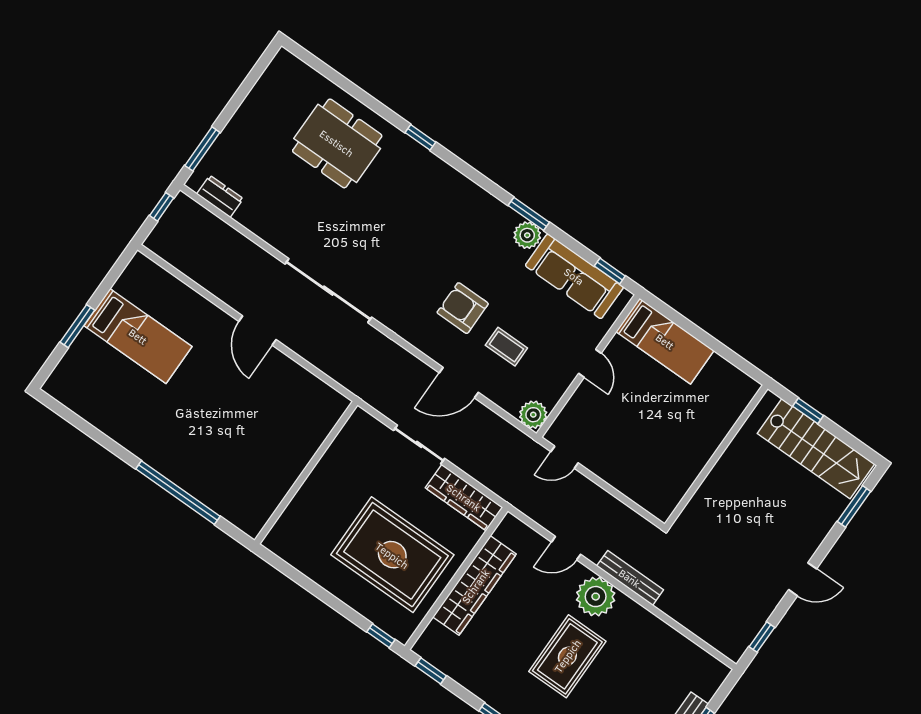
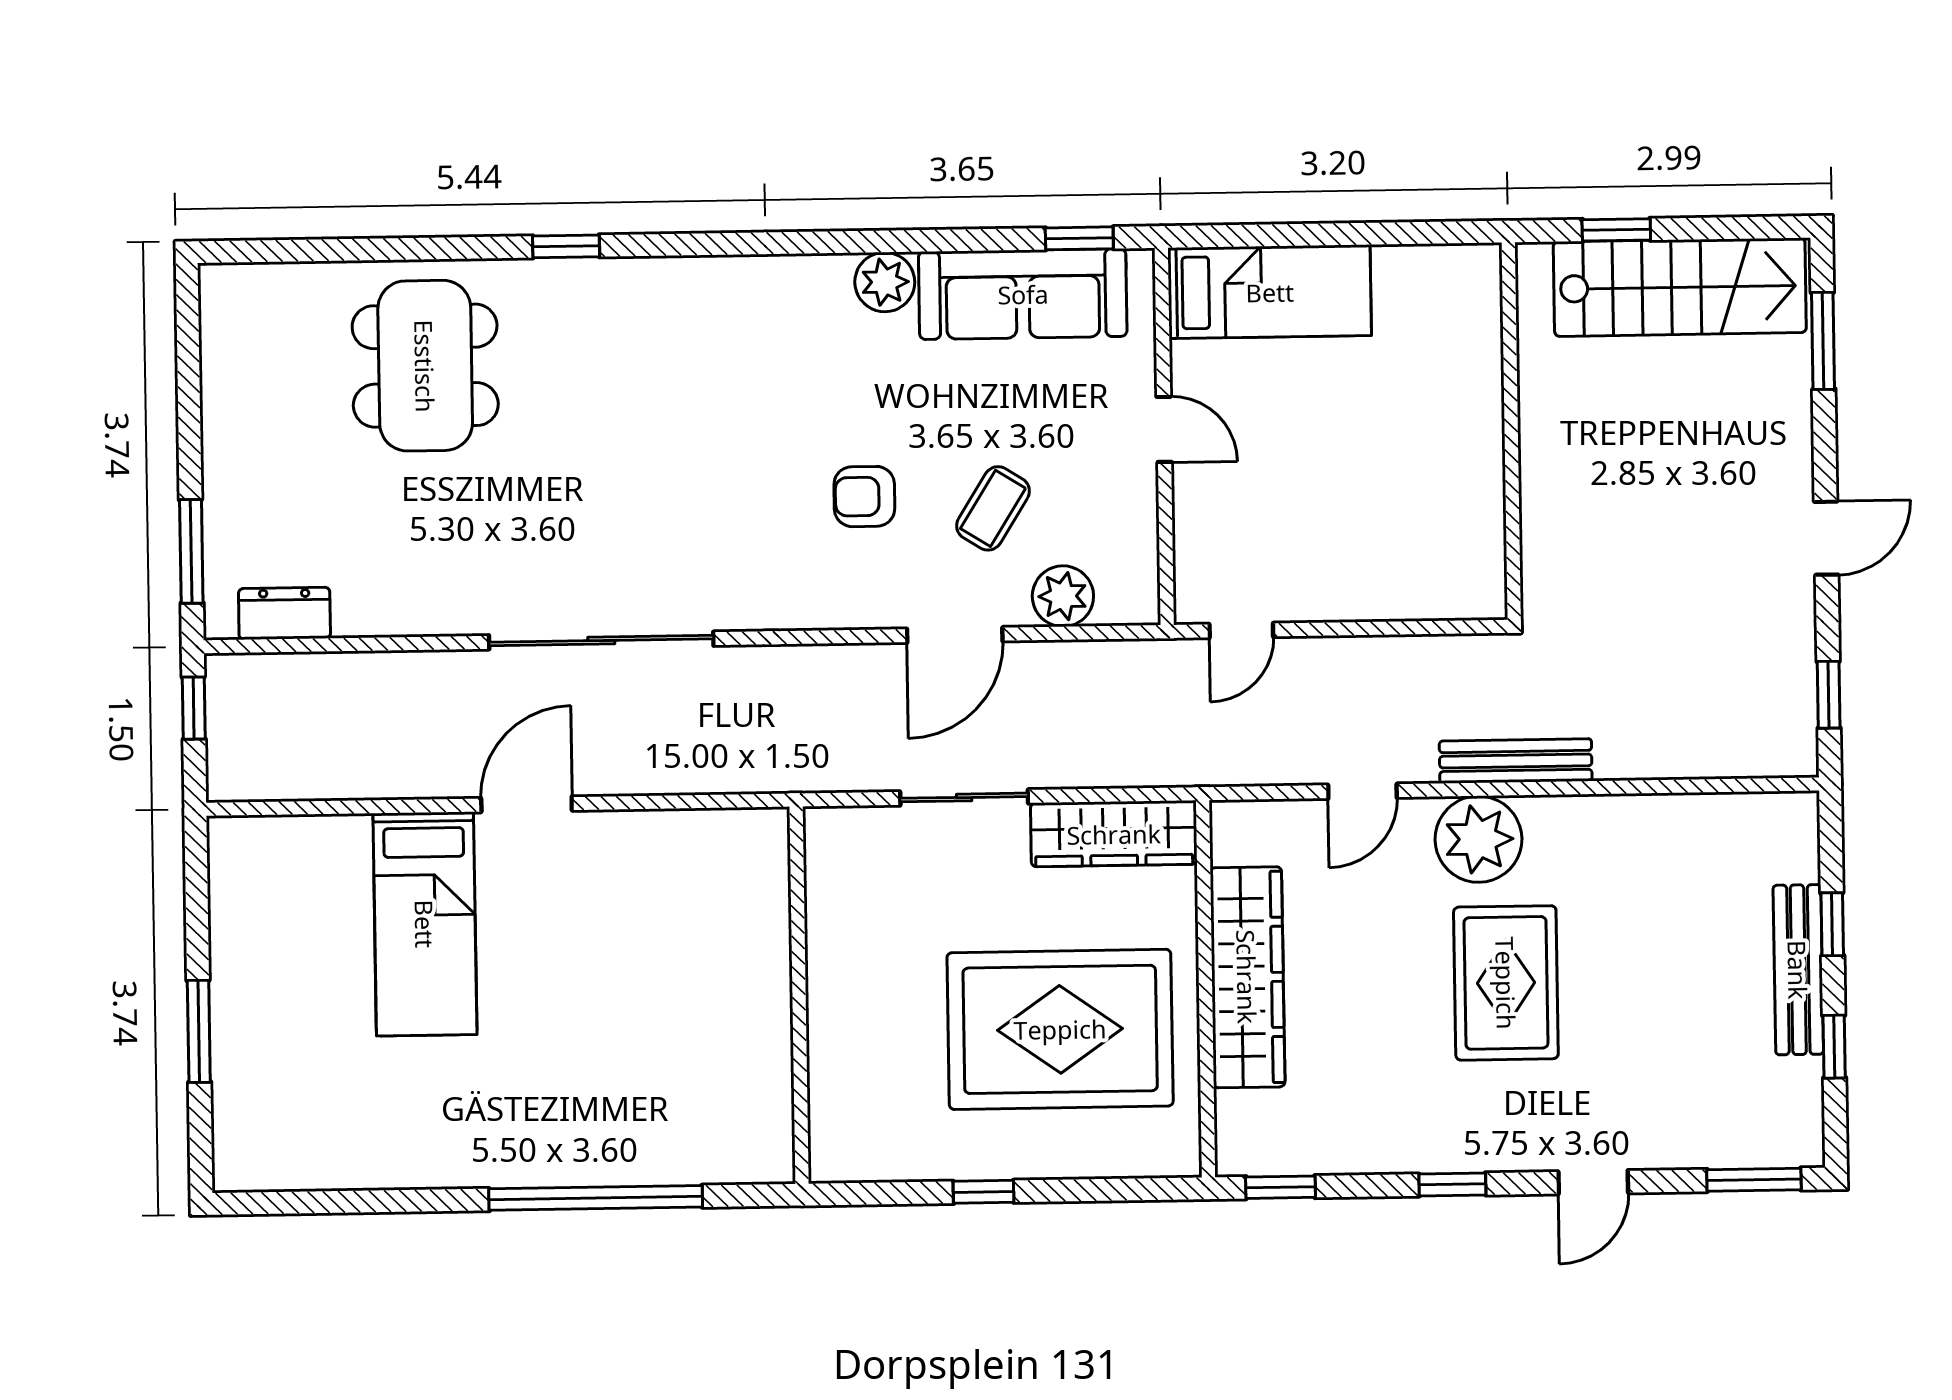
dining table: (337, 143) -> (425, 366), turned 90
window: (529, 214) -> (860, 242), removed
armchair: (463, 308) -> (864, 497), width x0.72, depth x0.72
door: (257, 330) -> (527, 804), swing flipped
bed: (138, 336) -> (425, 924), moved, turned 90
coffee table: (506, 347) -> (993, 508), turned -58
plant: (533, 415) -> (1063, 596), moved
window: (381, 636) -> (983, 1192), moved

